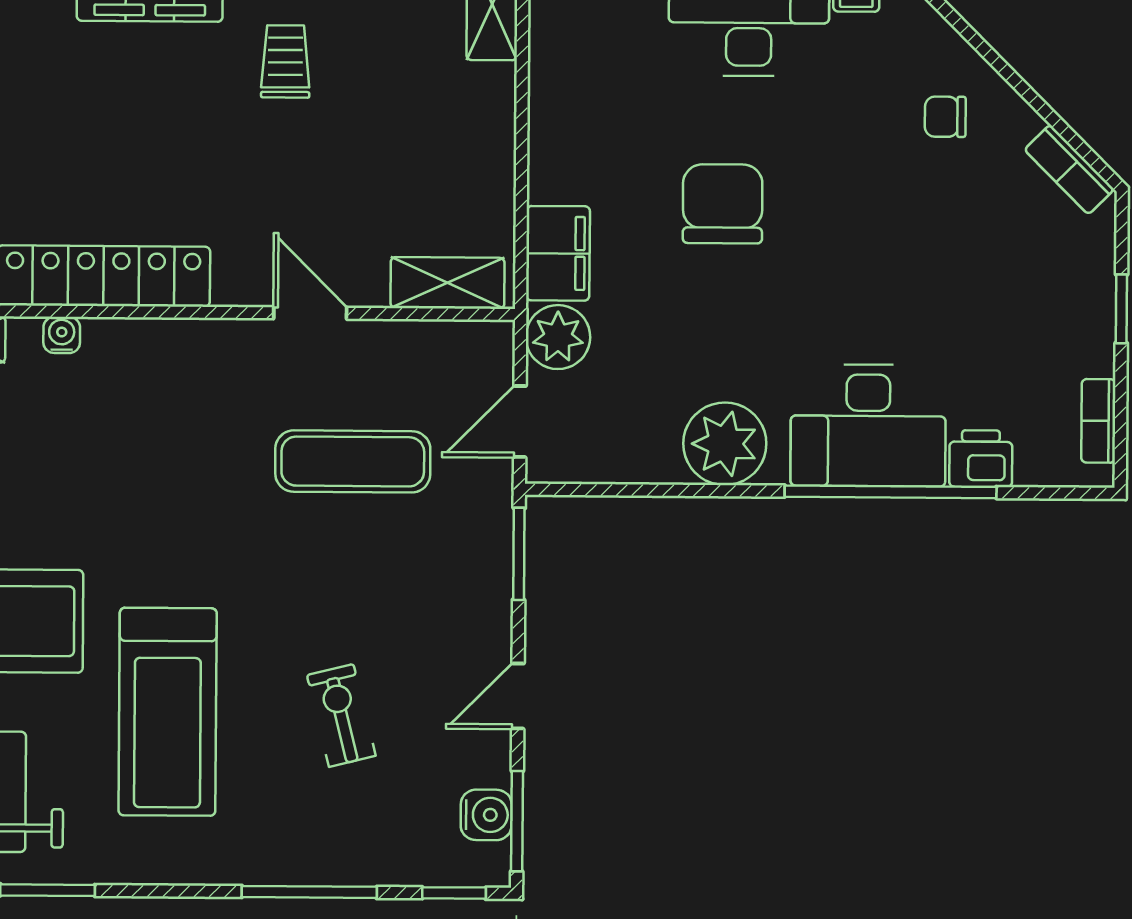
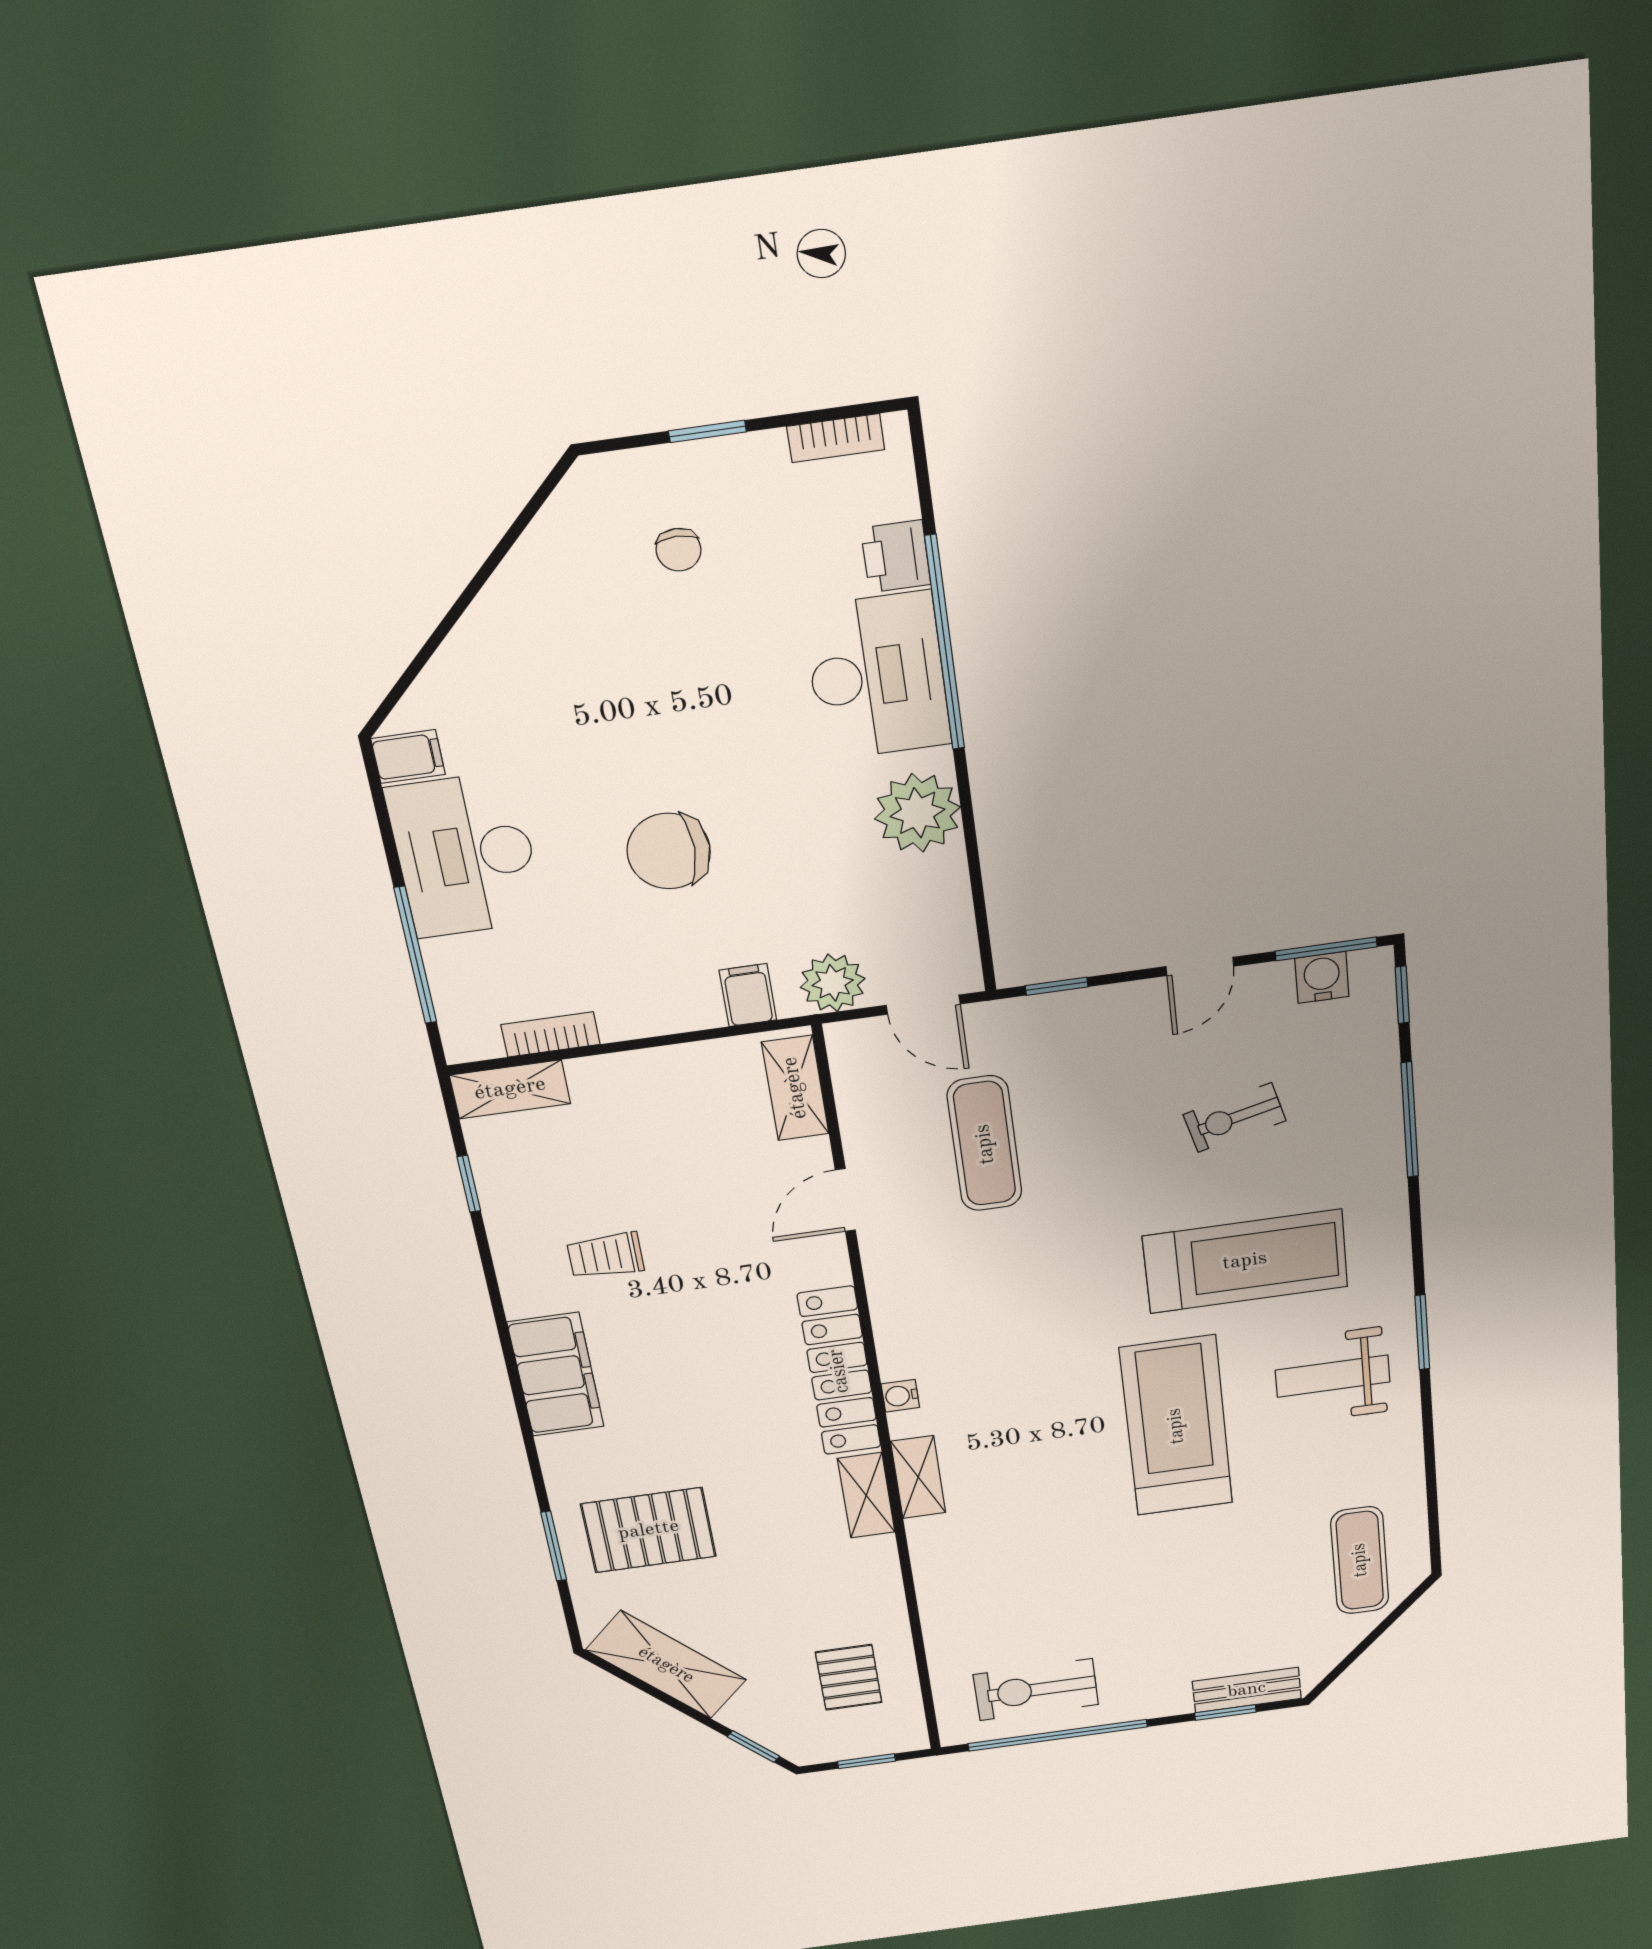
chair: (945, 117) -> (679, 550), moved
bookcase: (1069, 170) -> (551, 1034), moved, turned -135
filing cabinet: (558, 253) -> (748, 995), width x0.50
window: (519, 554) -> (1057, 986), width x0.67
door: (518, 696) -> (1200, 966), hinge flipped

